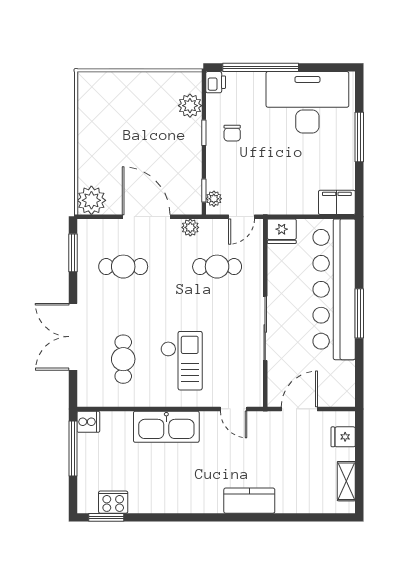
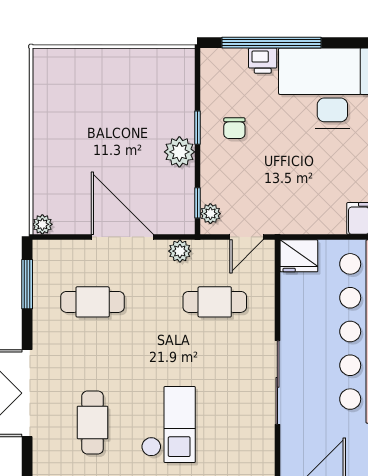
printer: (216, 82) -> (263, 61), moved, turned 90
plant: (190, 106) -> (179, 152), moved
plant: (91, 200) -> (42, 224), width x0.53, depth x0.53

